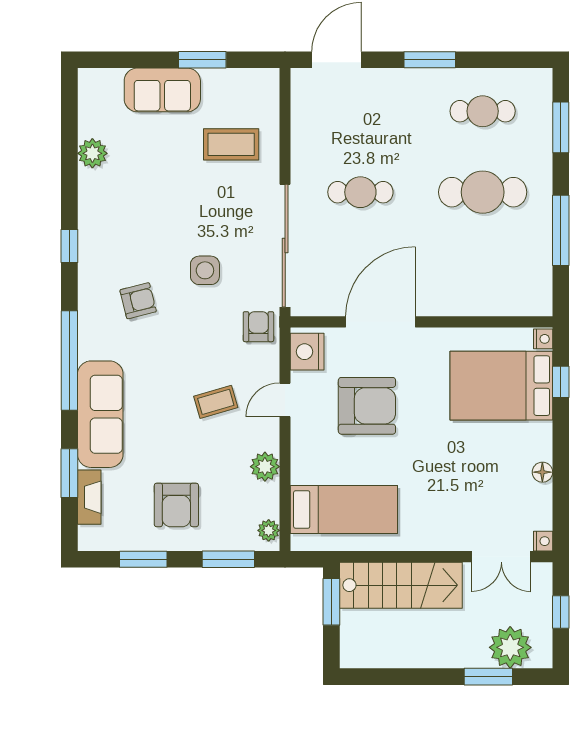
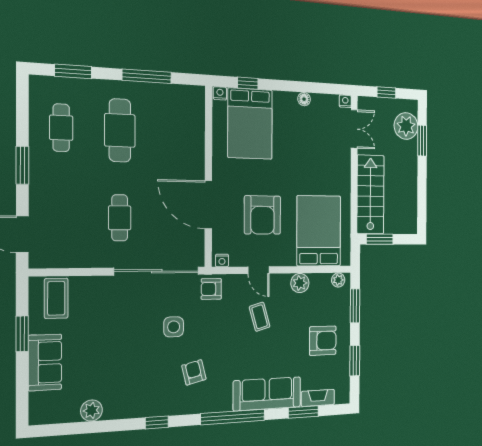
coffee table: (231, 144) -> (56, 298), moved
nightstand: (307, 352) -> (222, 260), width x0.53, depth x0.56
armchair: (367, 406) -> (262, 215), turned 180
bed: (344, 510) -> (319, 231), width x1.50

